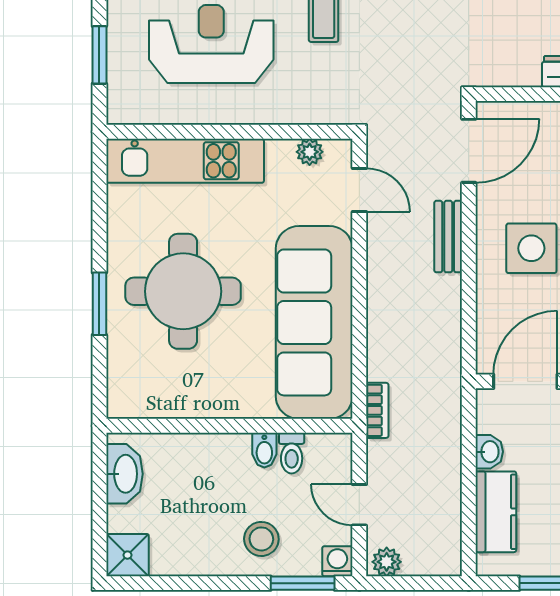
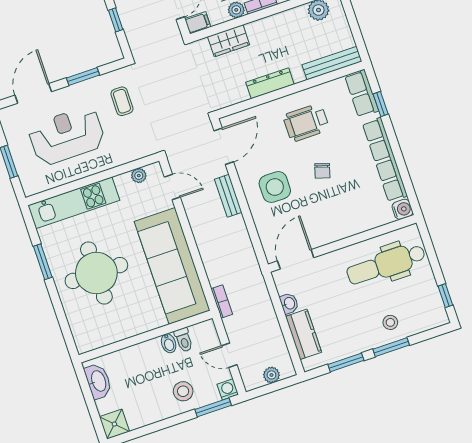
window: (99, 304) -> (43, 262), moved
plant: (387, 562) -> (271, 375), moved

